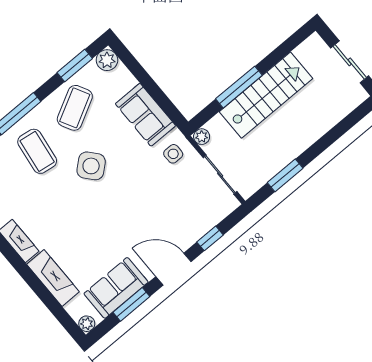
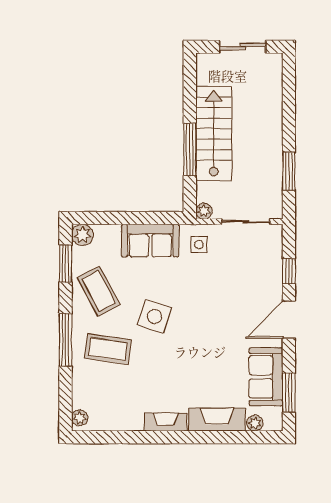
side table: (91, 166) -> (155, 316), turned -31
window: (131, 304) -> (289, 393), moved
plant: (87, 324) -> (255, 423), moved

